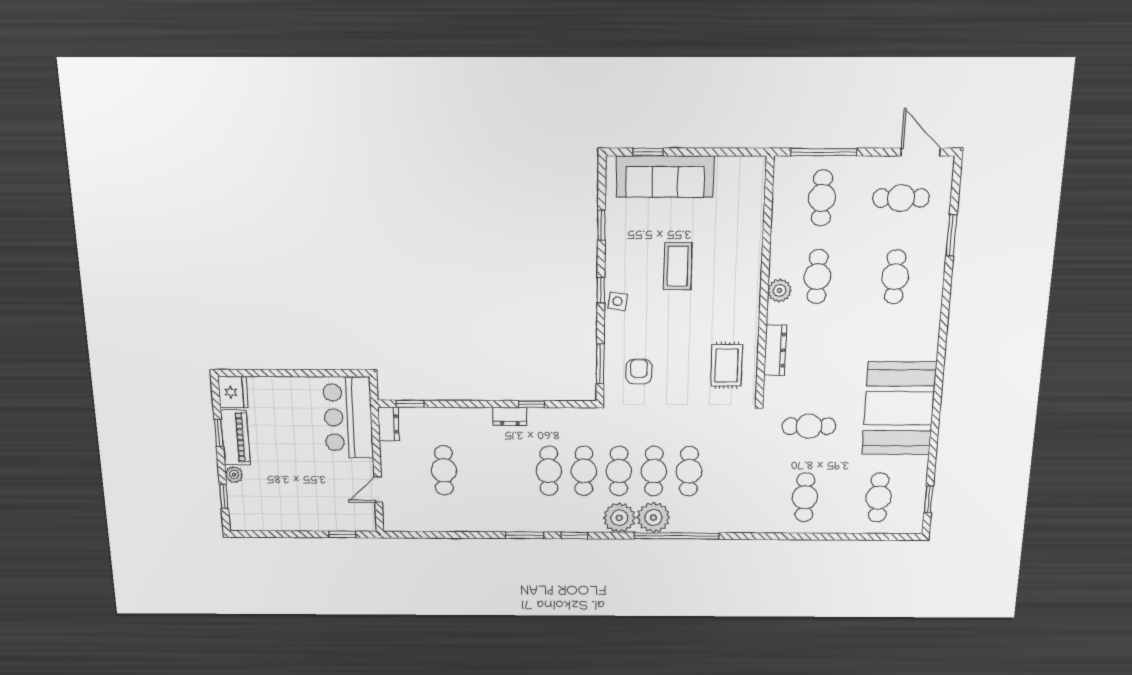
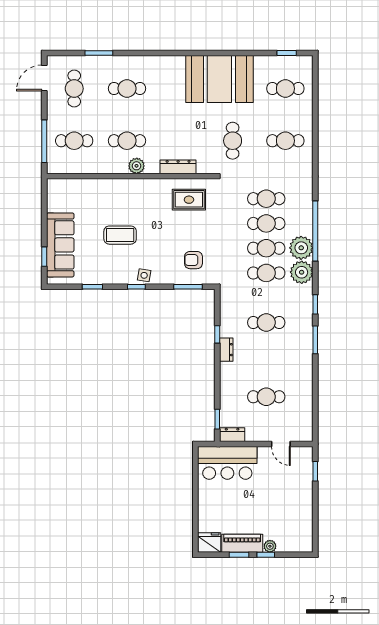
cafe table: (584, 471) -> (266, 199), moved
window: (224, 496) -> (266, 555), moved

